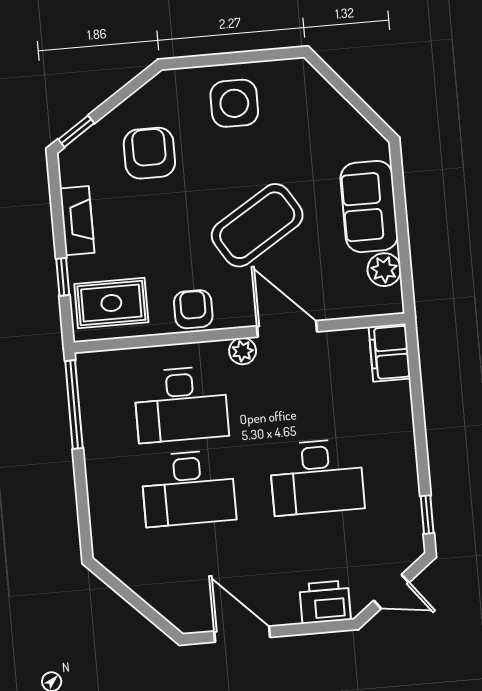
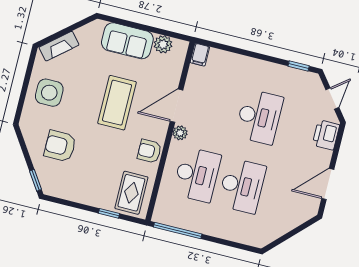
fireplace: (77, 221) -> (59, 46), moved, turned 140
coffee table: (257, 225) -> (117, 103), turned 32
filing cabinet: (390, 353) -> (200, 55), width x0.50

